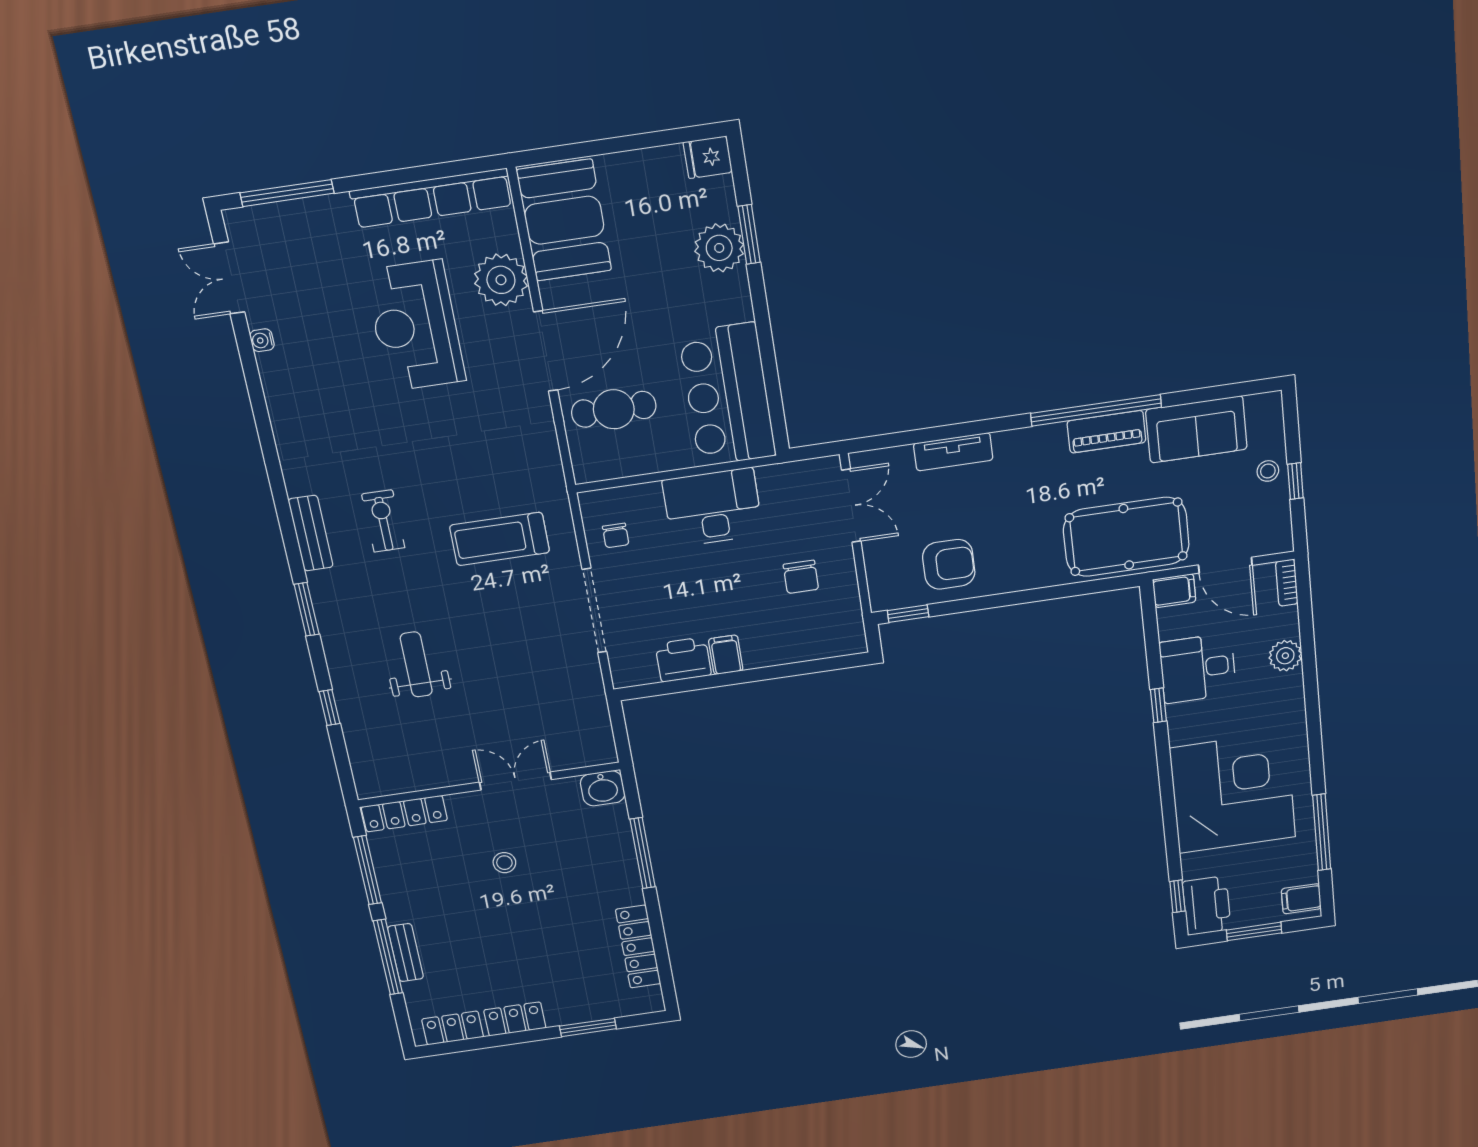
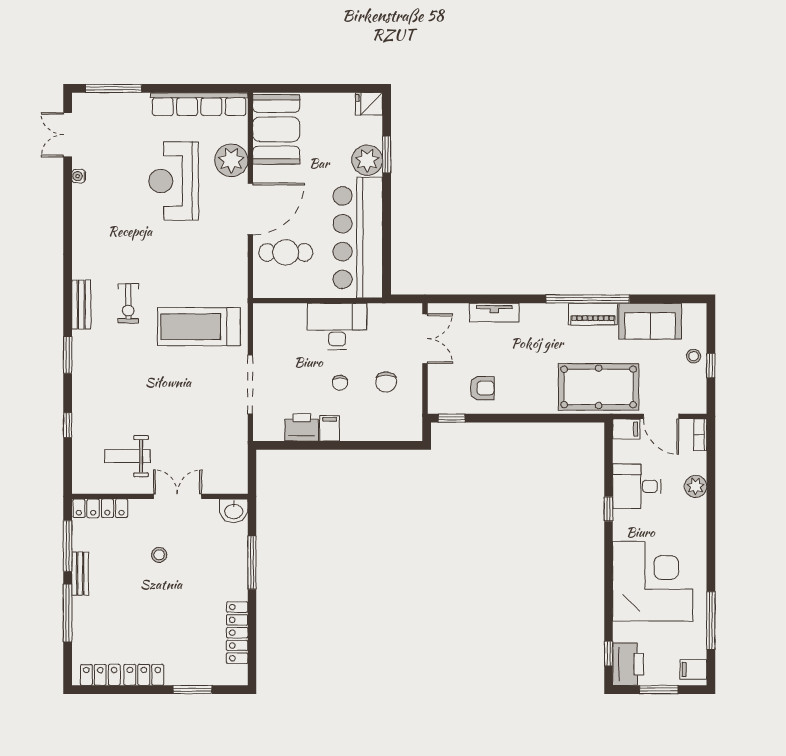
bar counter: (727, 395) -> (358, 238), width x1.36
exercise bike: (383, 521) -> (128, 303), turned 180
chair: (616, 535) -> (340, 383), moved
treadmill: (500, 539) -> (199, 327), width x1.37, depth x1.38
armchair: (949, 564) -> (482, 388), width x0.72, depth x0.72
weight bench: (416, 664) -> (127, 456), moved, turned -90
bench: (405, 953) -> (80, 574), moved

